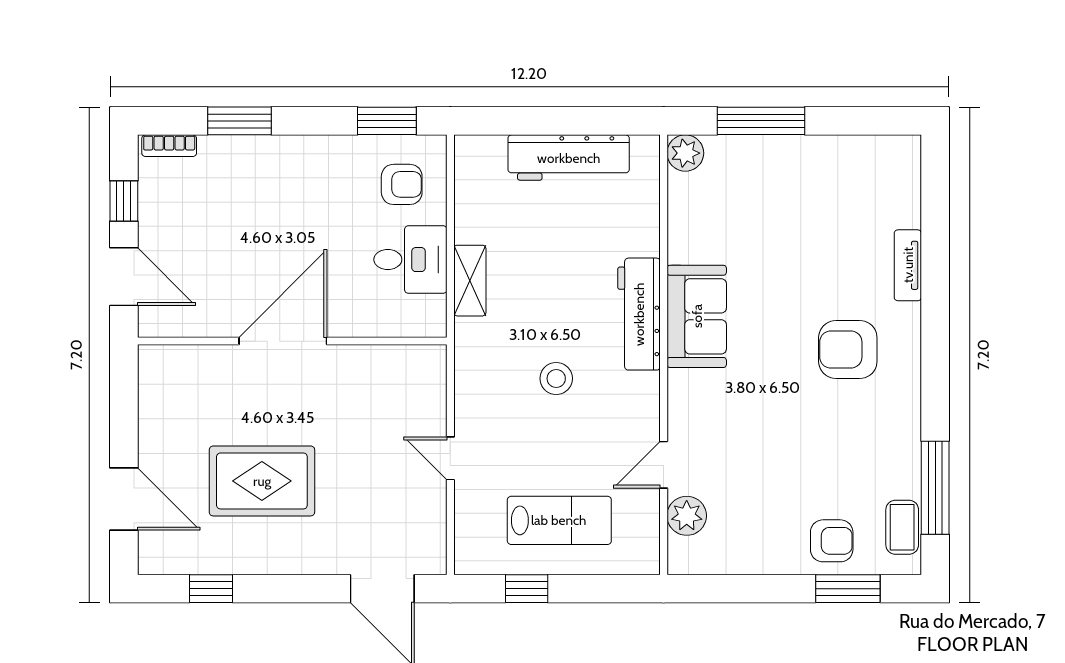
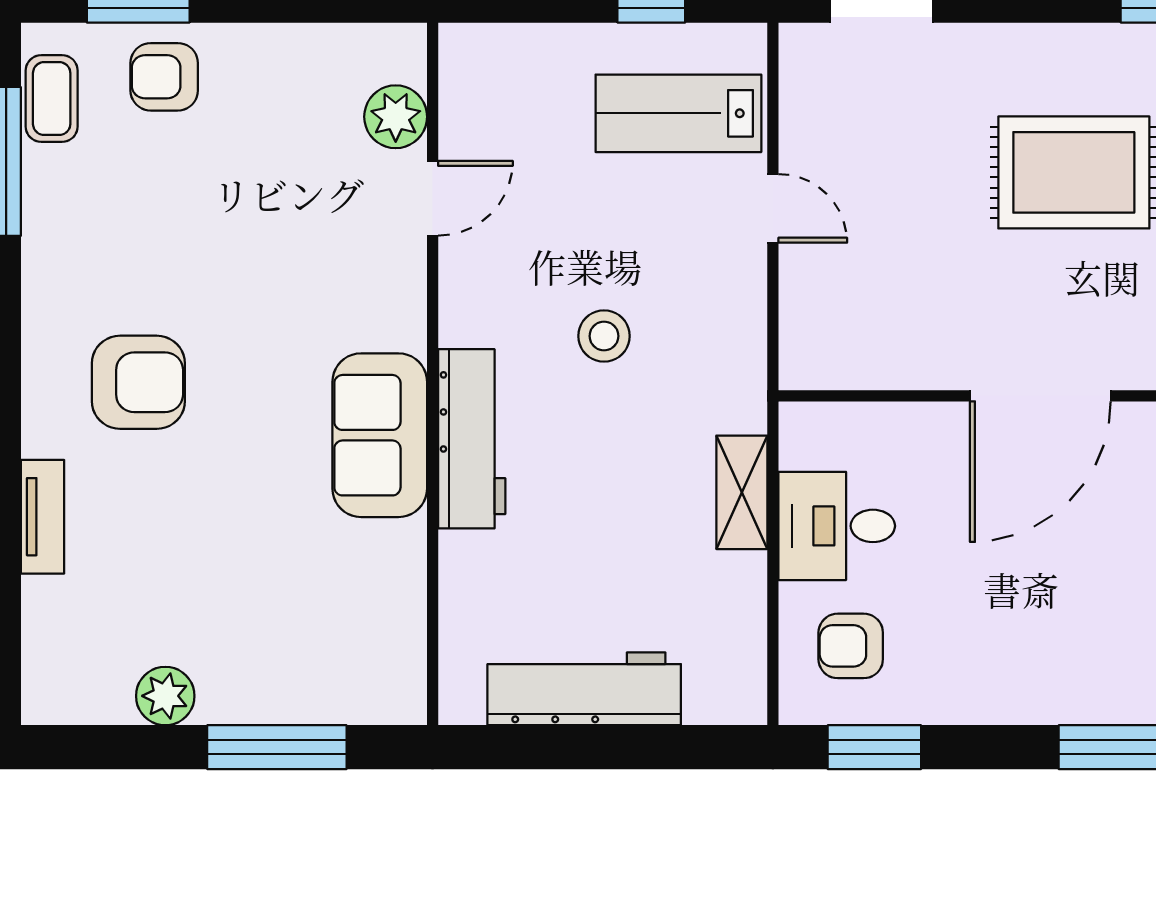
plant: (685, 153) -> (165, 696), moved
lab bench: (559, 520) -> (678, 113), moved

